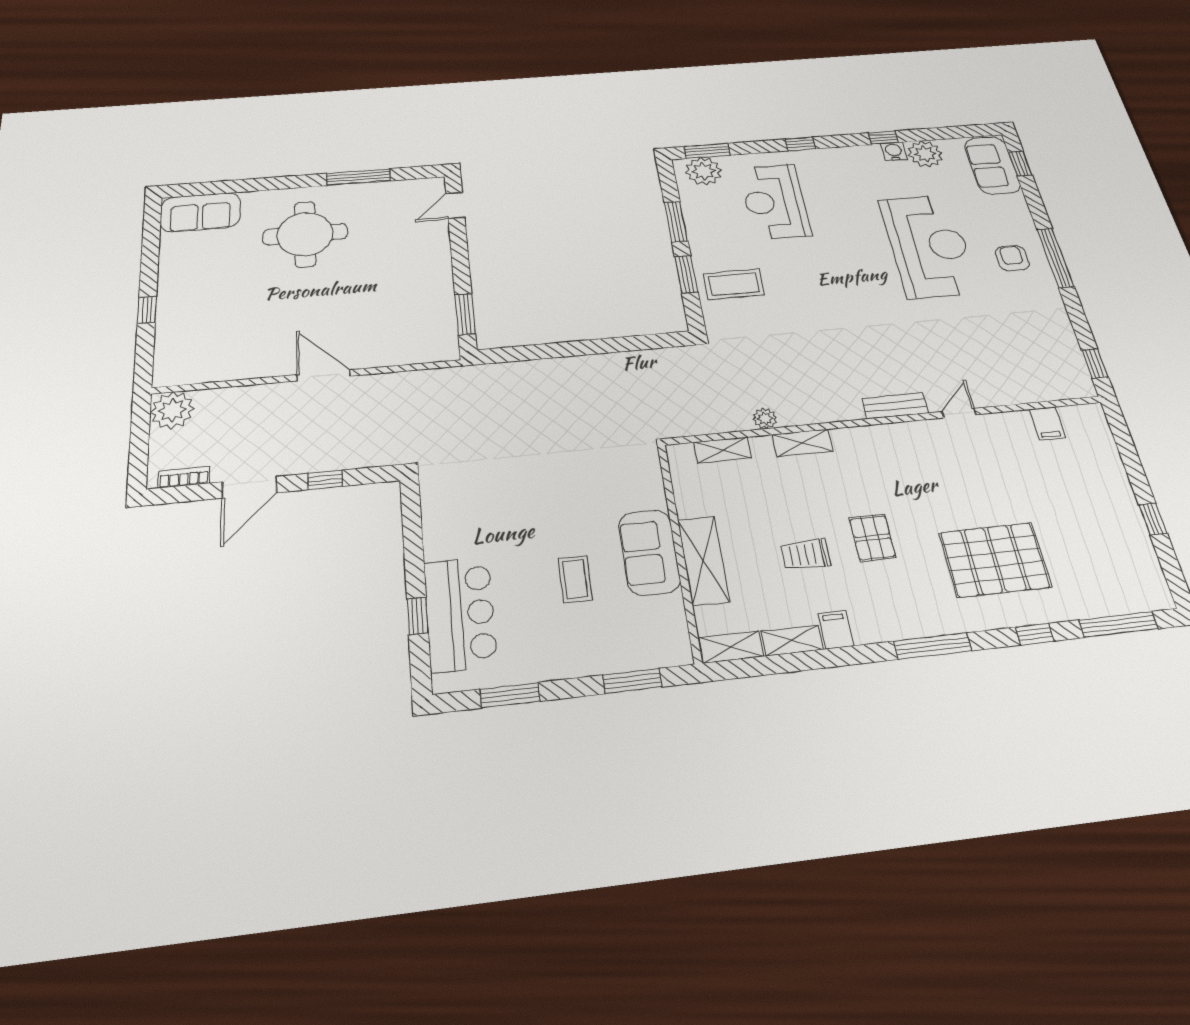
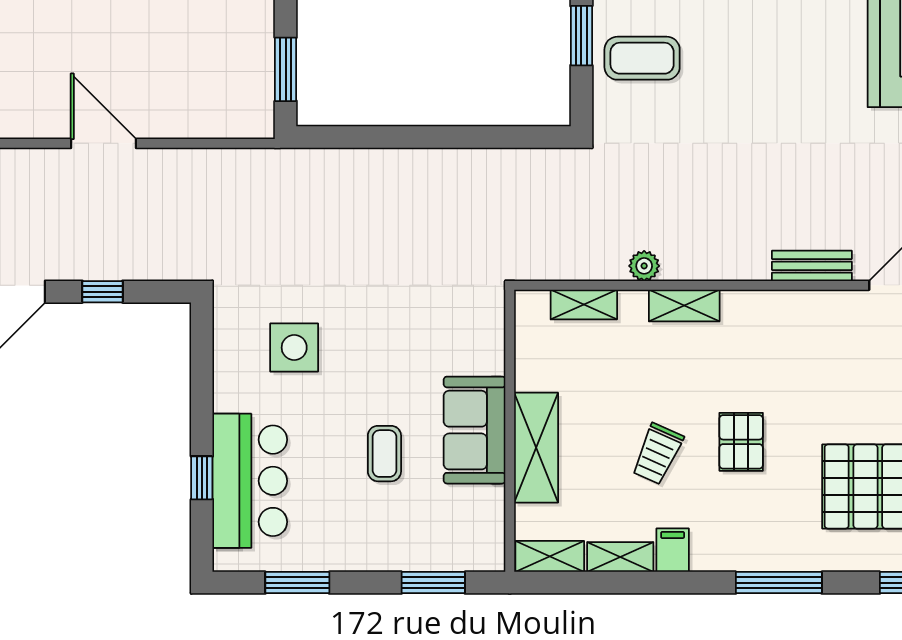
side table: (489, 505) -> (294, 348), added
trolley: (806, 554) -> (657, 454), turned -66

